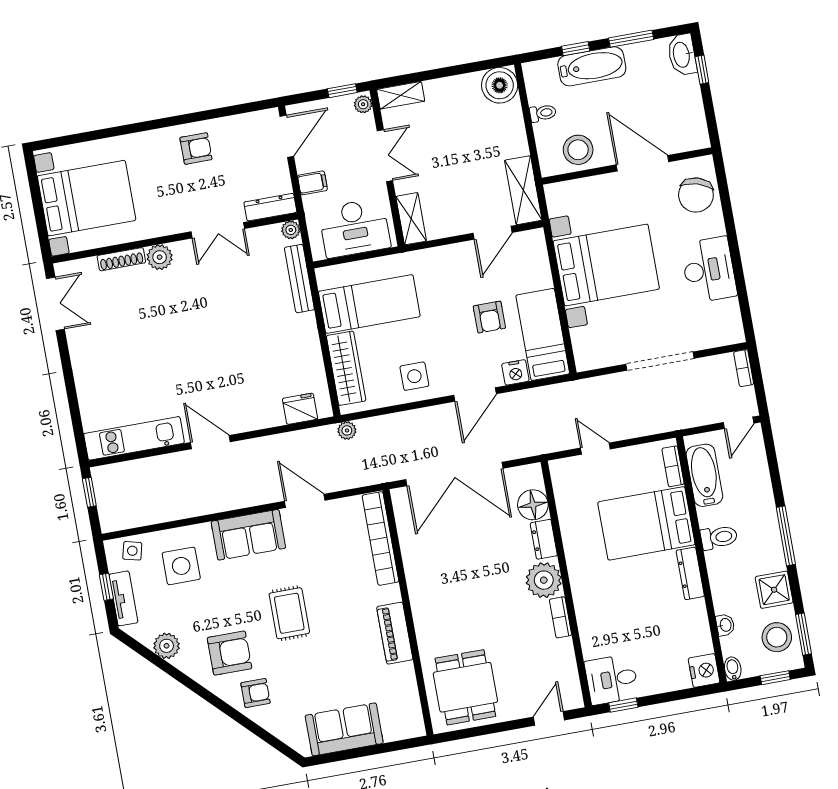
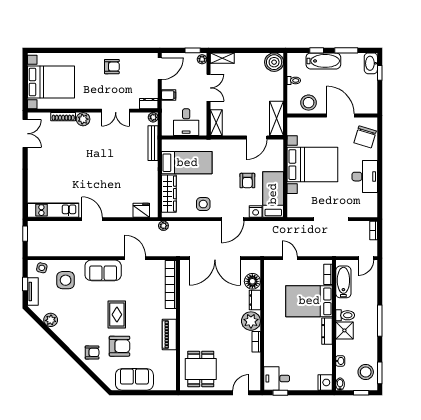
dresser: (270, 207) -> (149, 104), width x0.70
desk: (355, 228) -> (186, 122), width x0.73
shower: (774, 590) -> (344, 330), moved
armchair: (229, 653) -> (119, 346), moved

